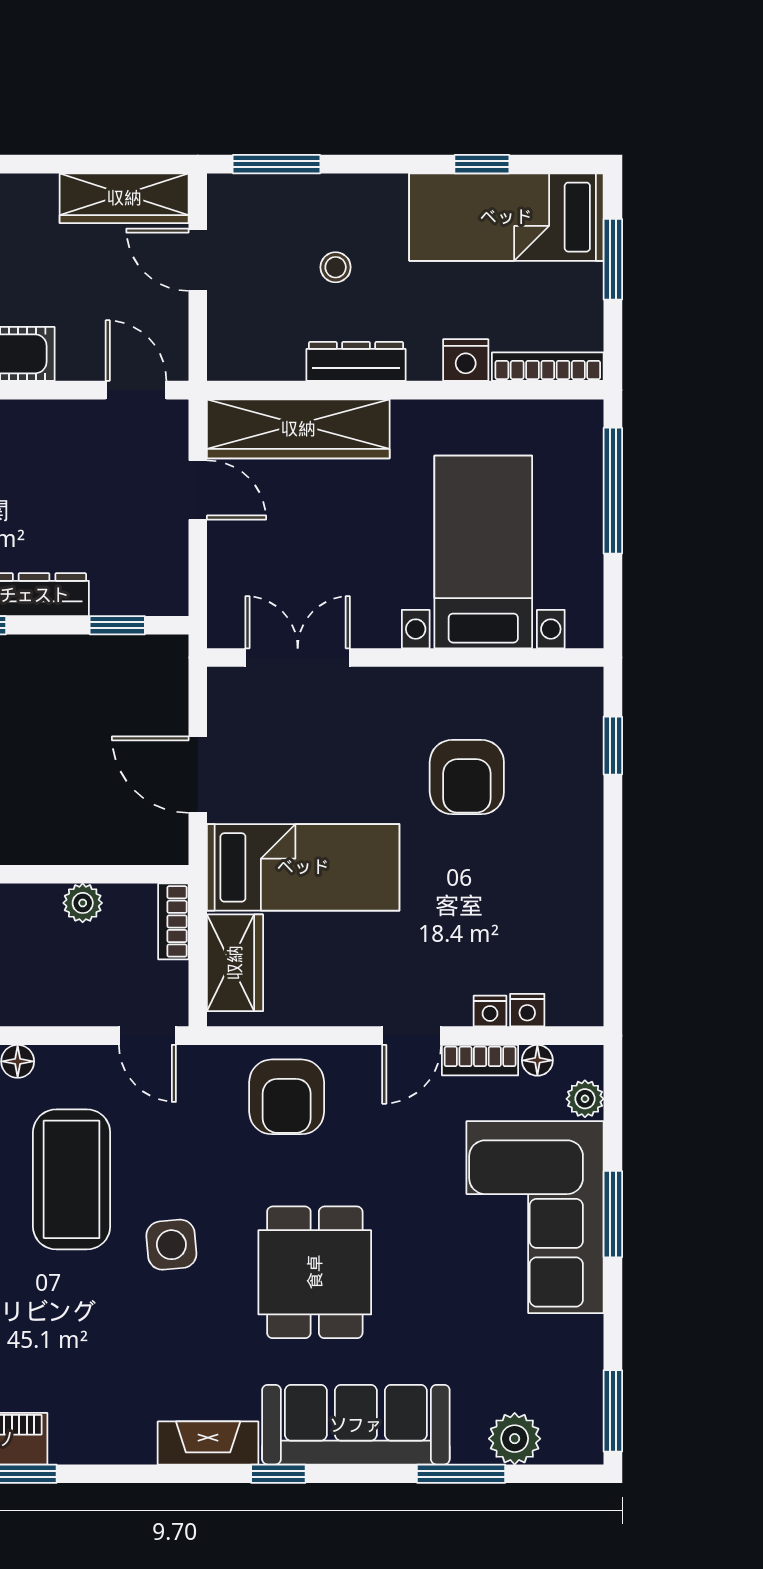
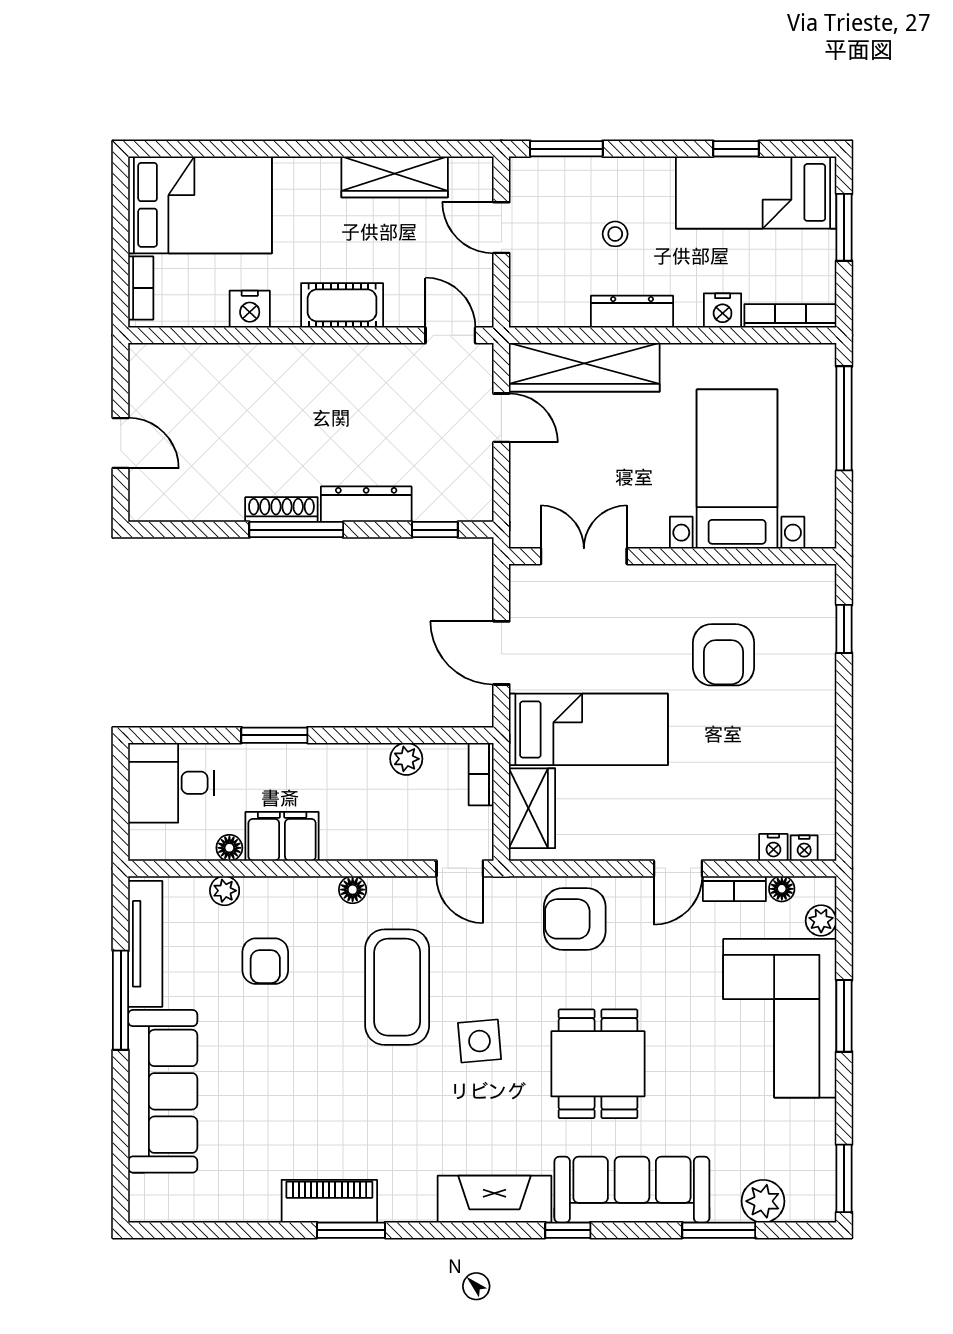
wardrobe: (124, 198) -> (395, 177), moved
nightstand: (490, 1011) -> (804, 848), moved
armchair: (287, 1097) -> (575, 919), turned 90
fireplace: (208, 1443) -> (494, 1199), width x1.37, depth x1.32

